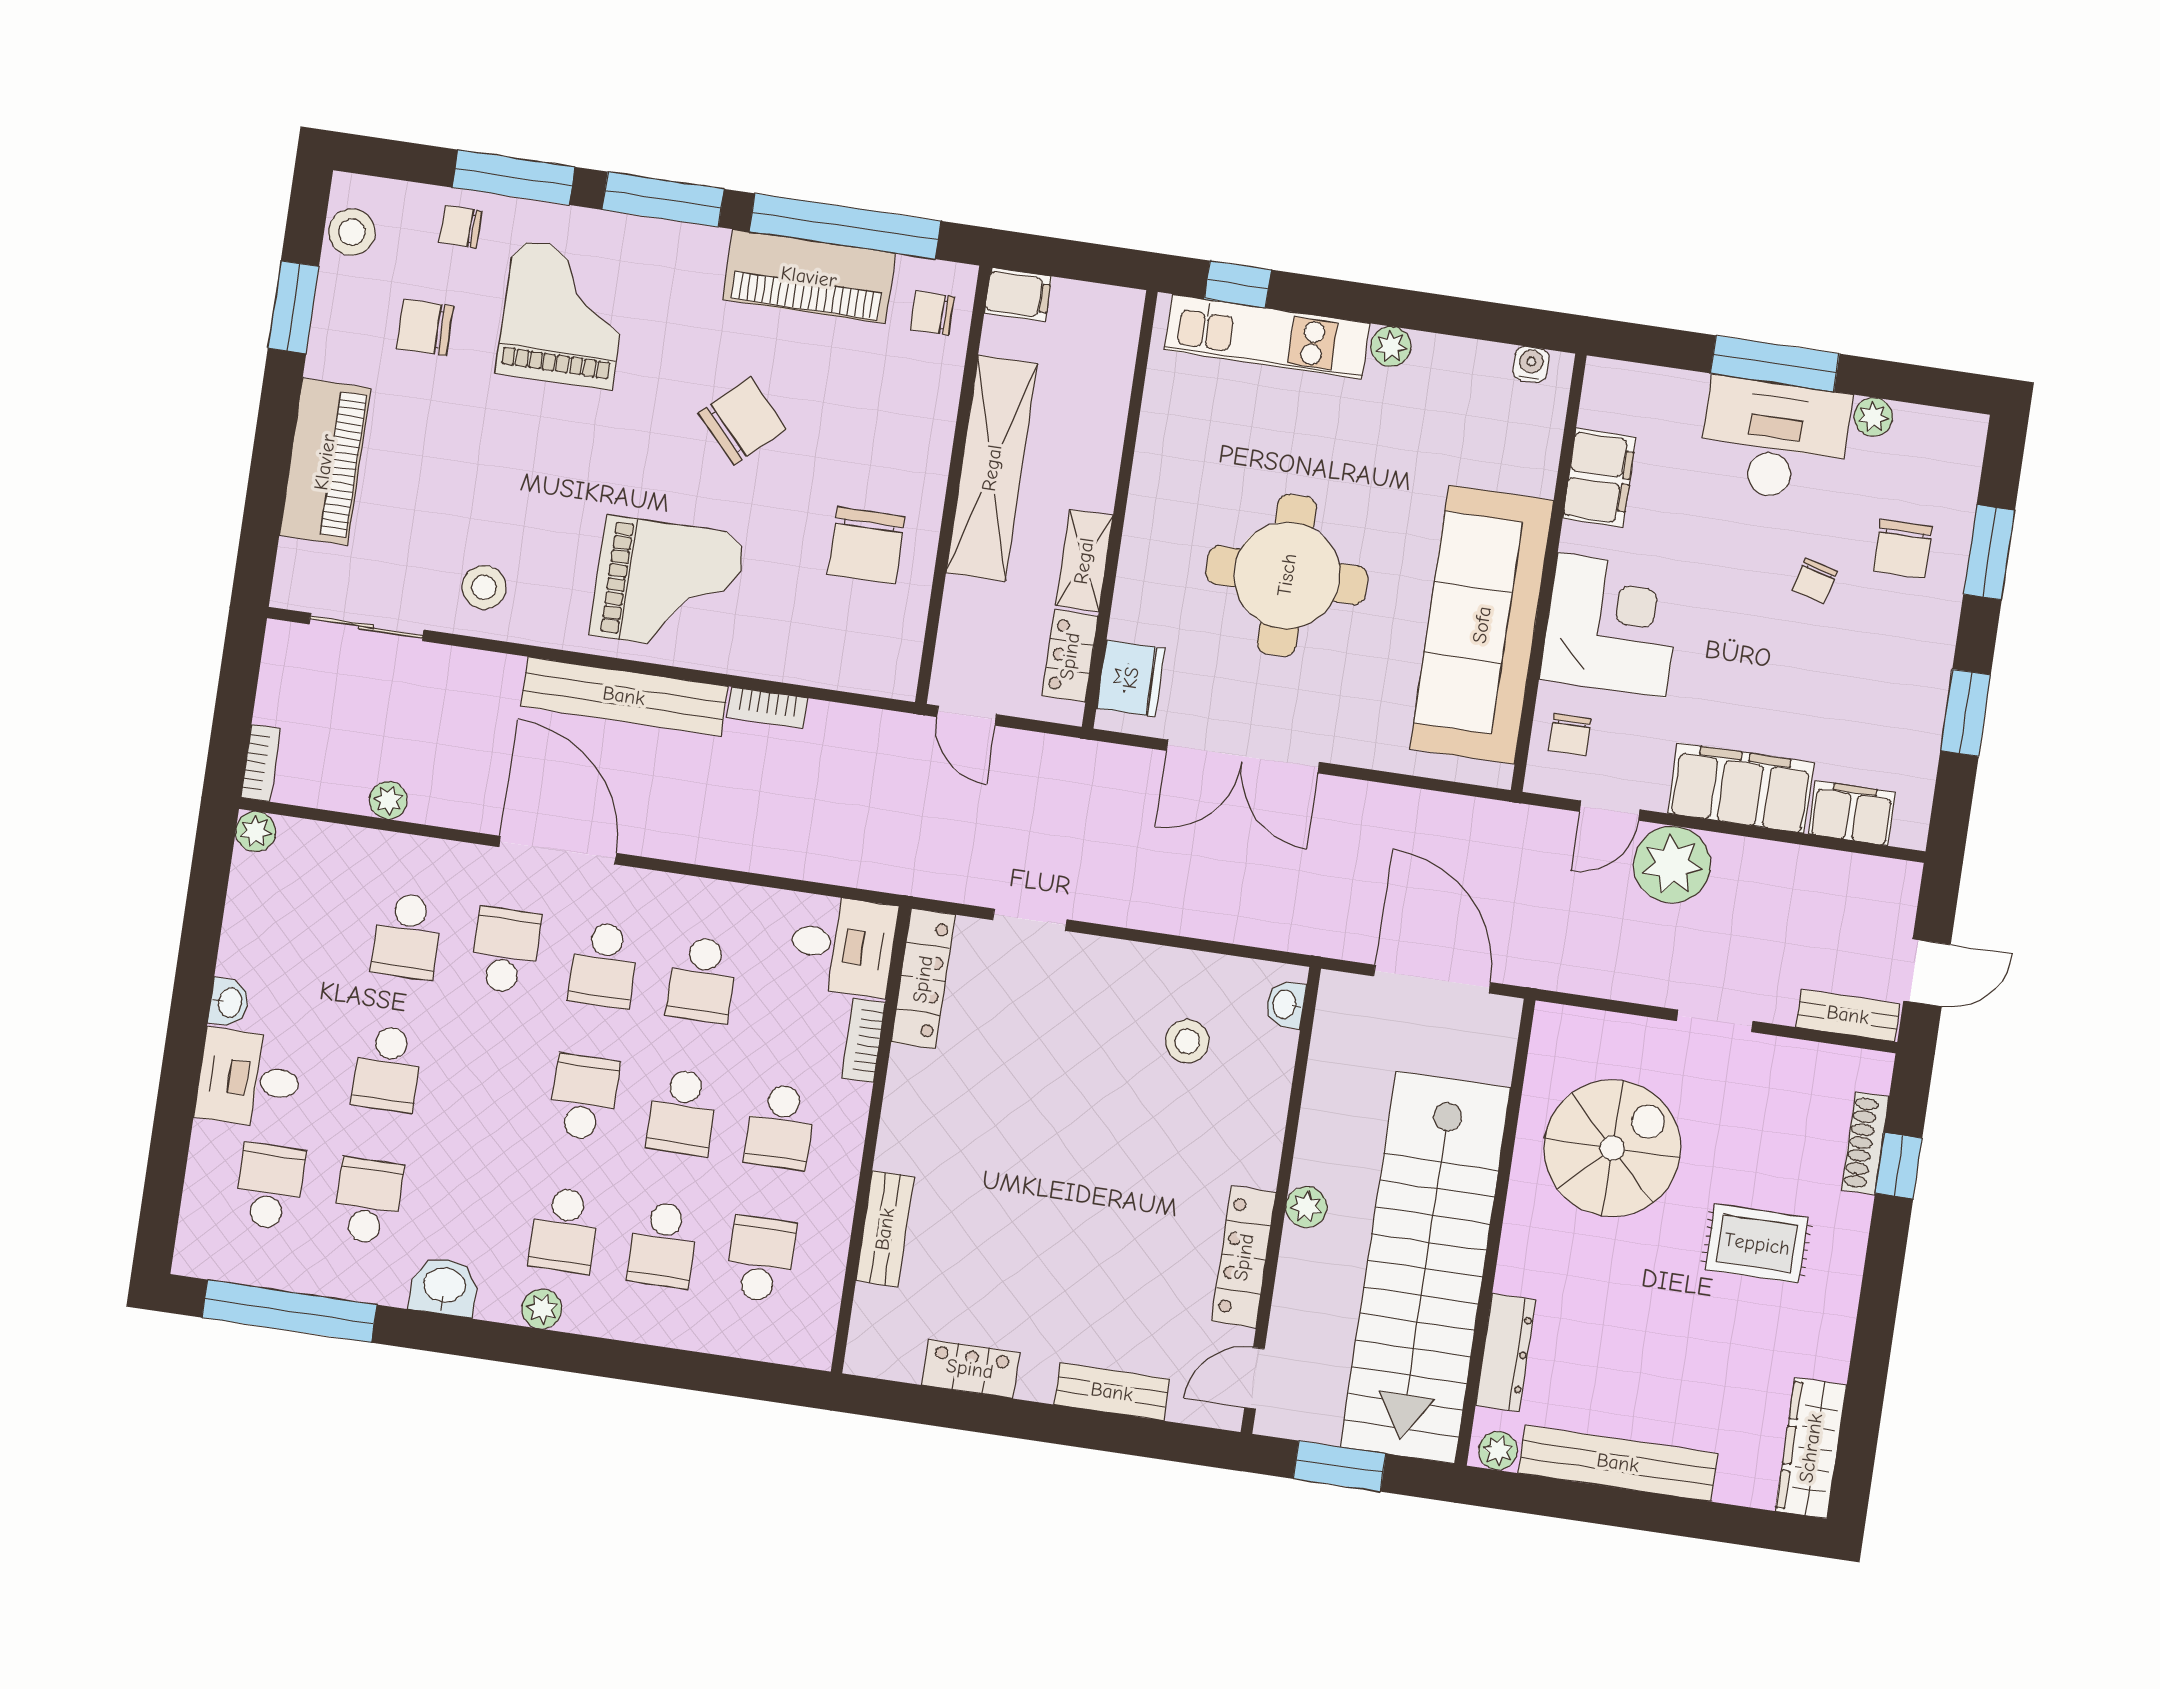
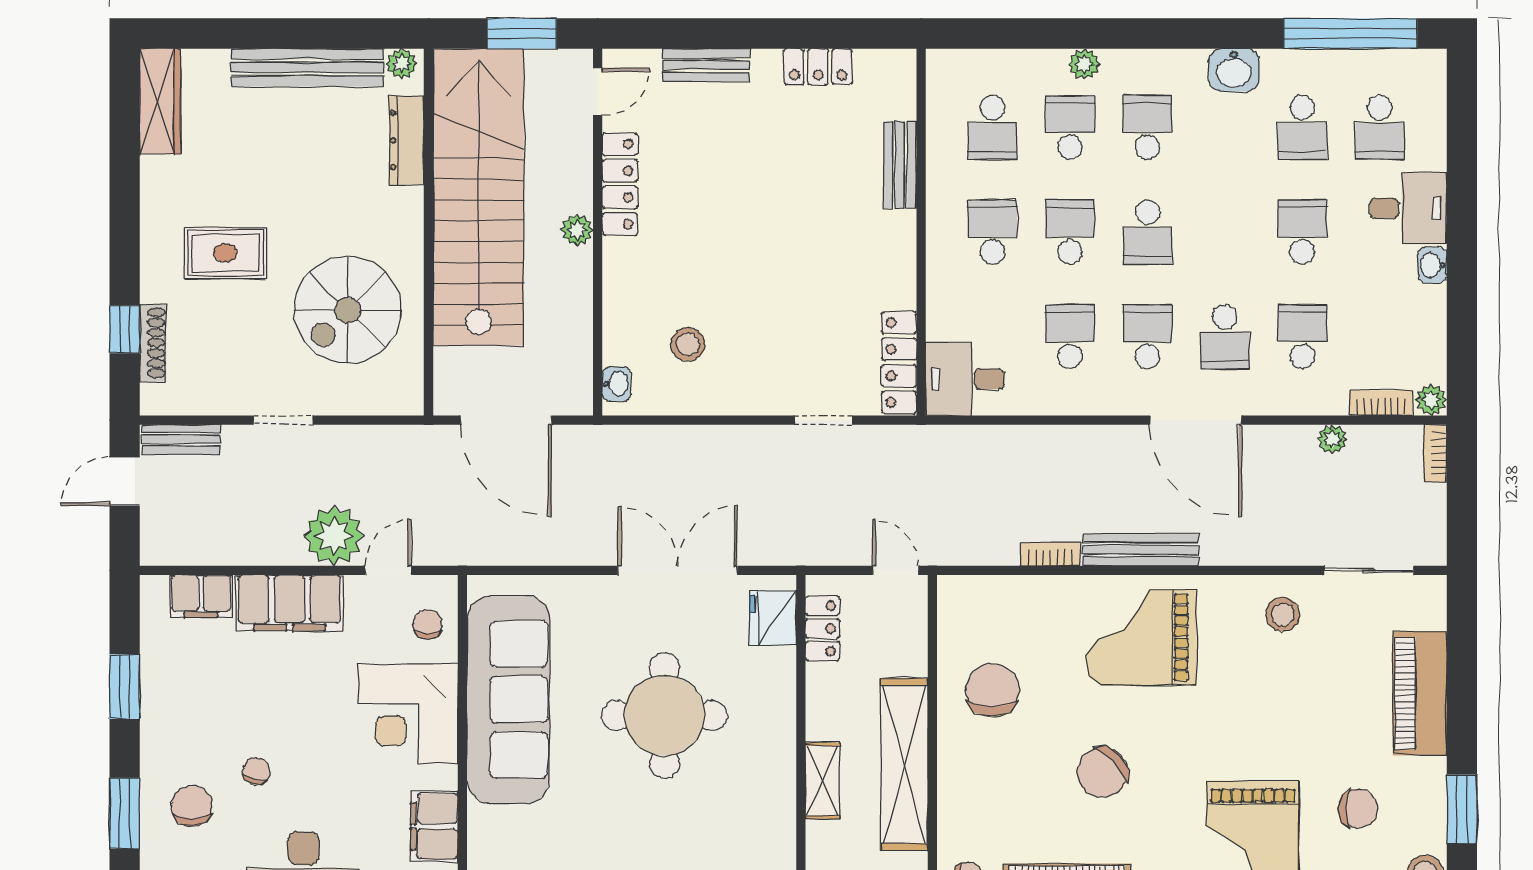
shelving: (1084, 561) -> (822, 781), moved
bench: (624, 696) -> (1141, 550), width x0.73, depth x0.82
bookcase: (863, 1040) -> (1381, 403), moved, turned -90
plant: (542, 1309) -> (1084, 64), moved

